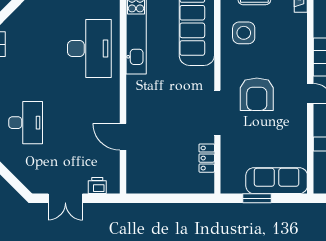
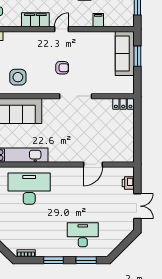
armchair: (257, 94) -> (62, 68), width x0.53, depth x0.53
locker: (207, 158) -> (123, 104), moved
window: (257, 198) -> (137, 56), moved

